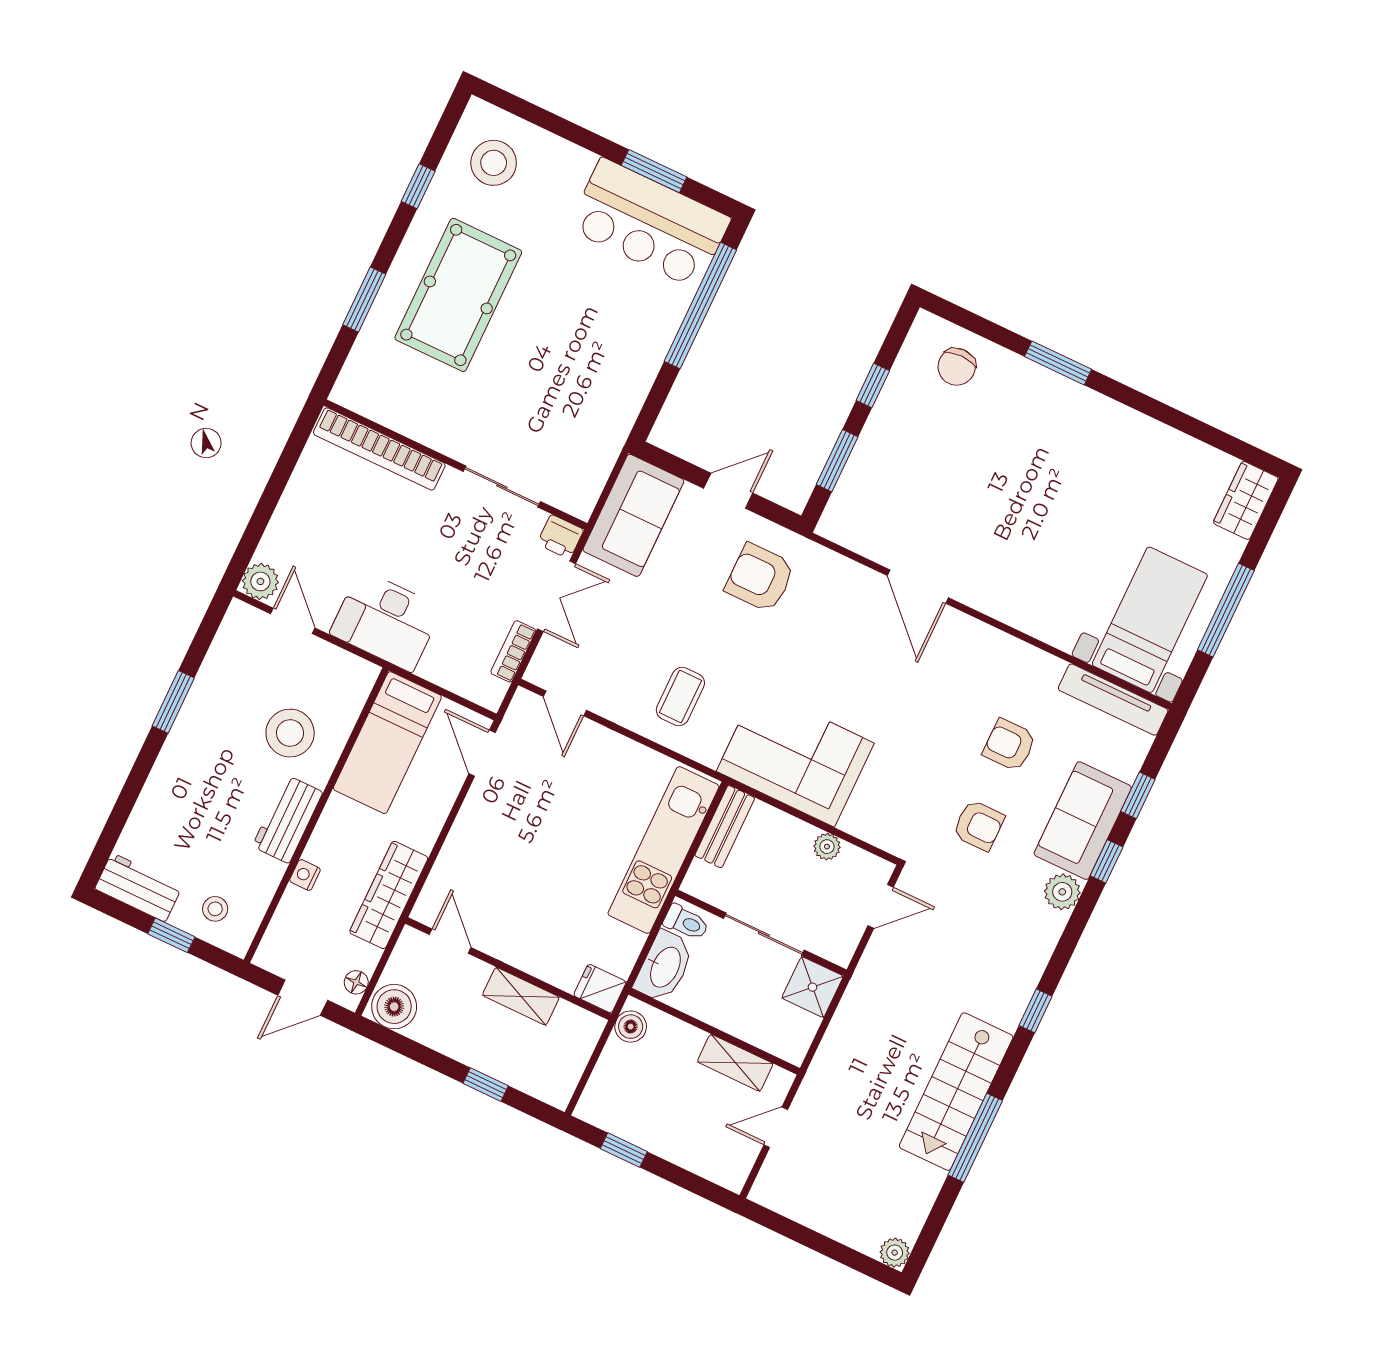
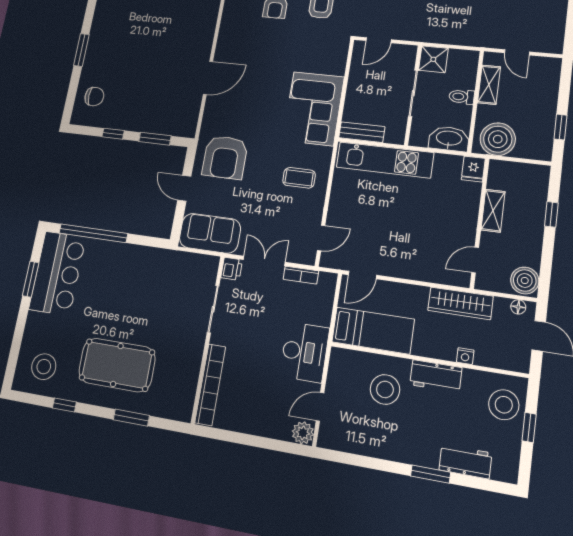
armchair: (760, 578) -> (225, 157), width x1.36, depth x1.36
window: (173, 702) -> (431, 474), moved
plant: (827, 847) -> (356, 77), removed
workbench: (138, 887) -> (465, 461), moved, turned 90
door: (881, 906) -> (379, 40), swing flipped
stool: (215, 909) -> (504, 405), width x1.89, depth x1.89
toilet: (686, 922) -> (462, 97), moved, turned -90
boiler: (631, 1027) -> (498, 139), width x1.86, depth x1.86

